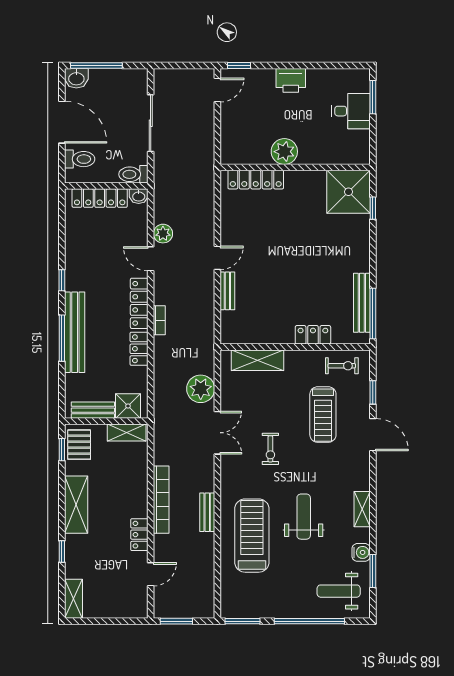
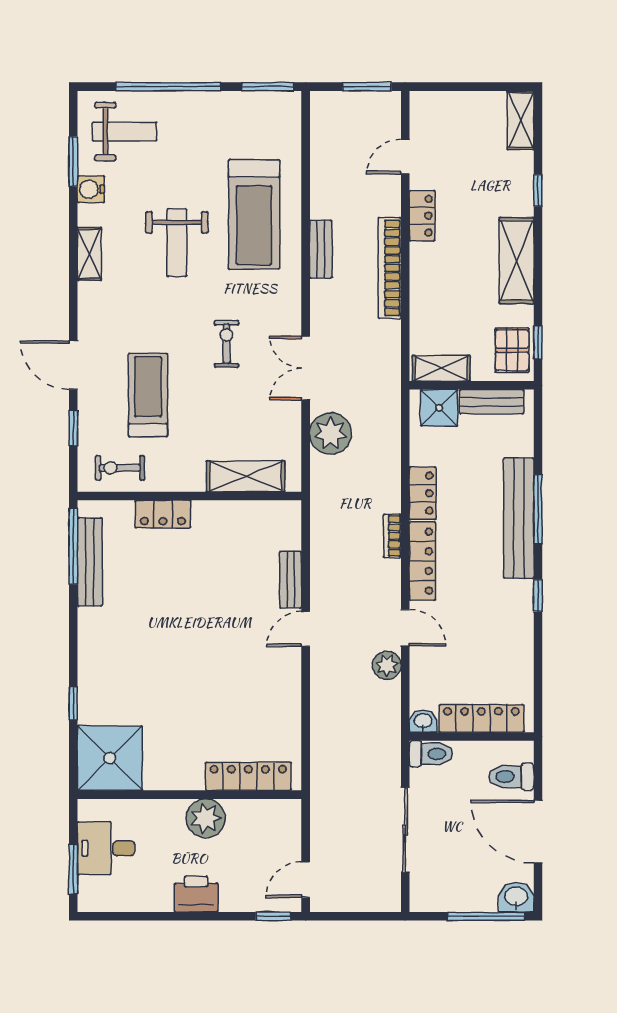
plant: (284, 152) -> (206, 818), moved
wall: (295, 167) -> (189, 795), moved
locker: (256, 180) -> (248, 776), moved
shower: (349, 192) -> (110, 758), moved

